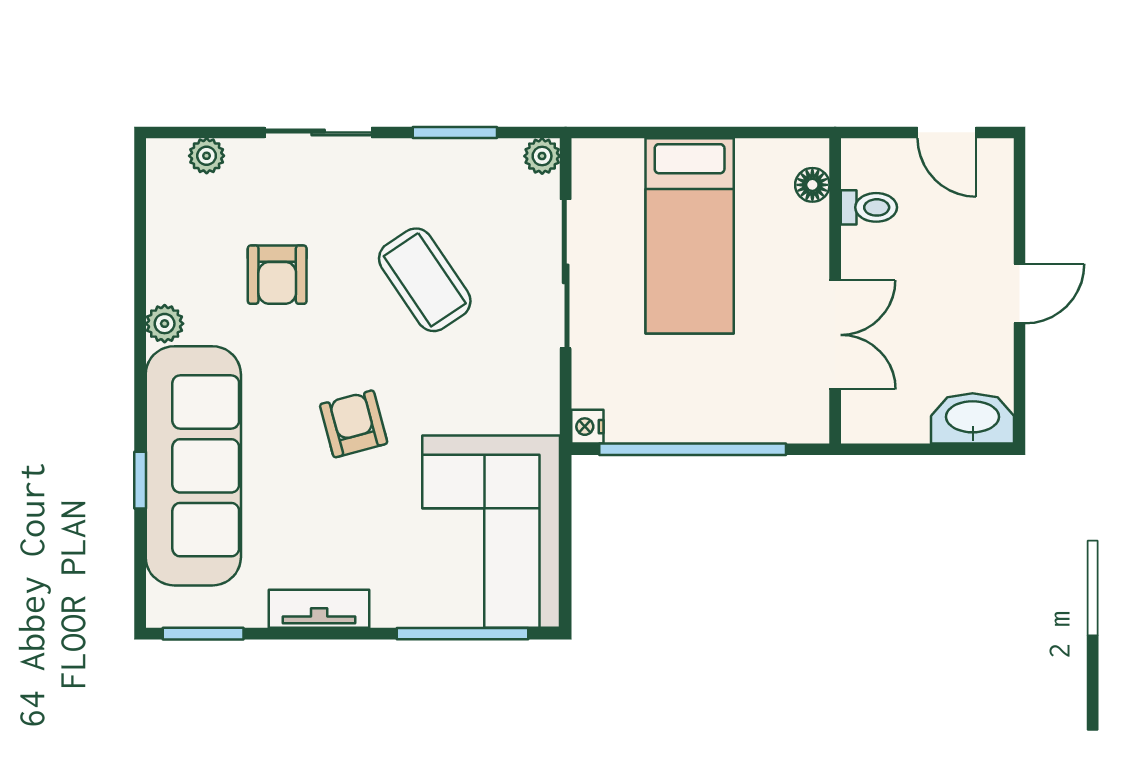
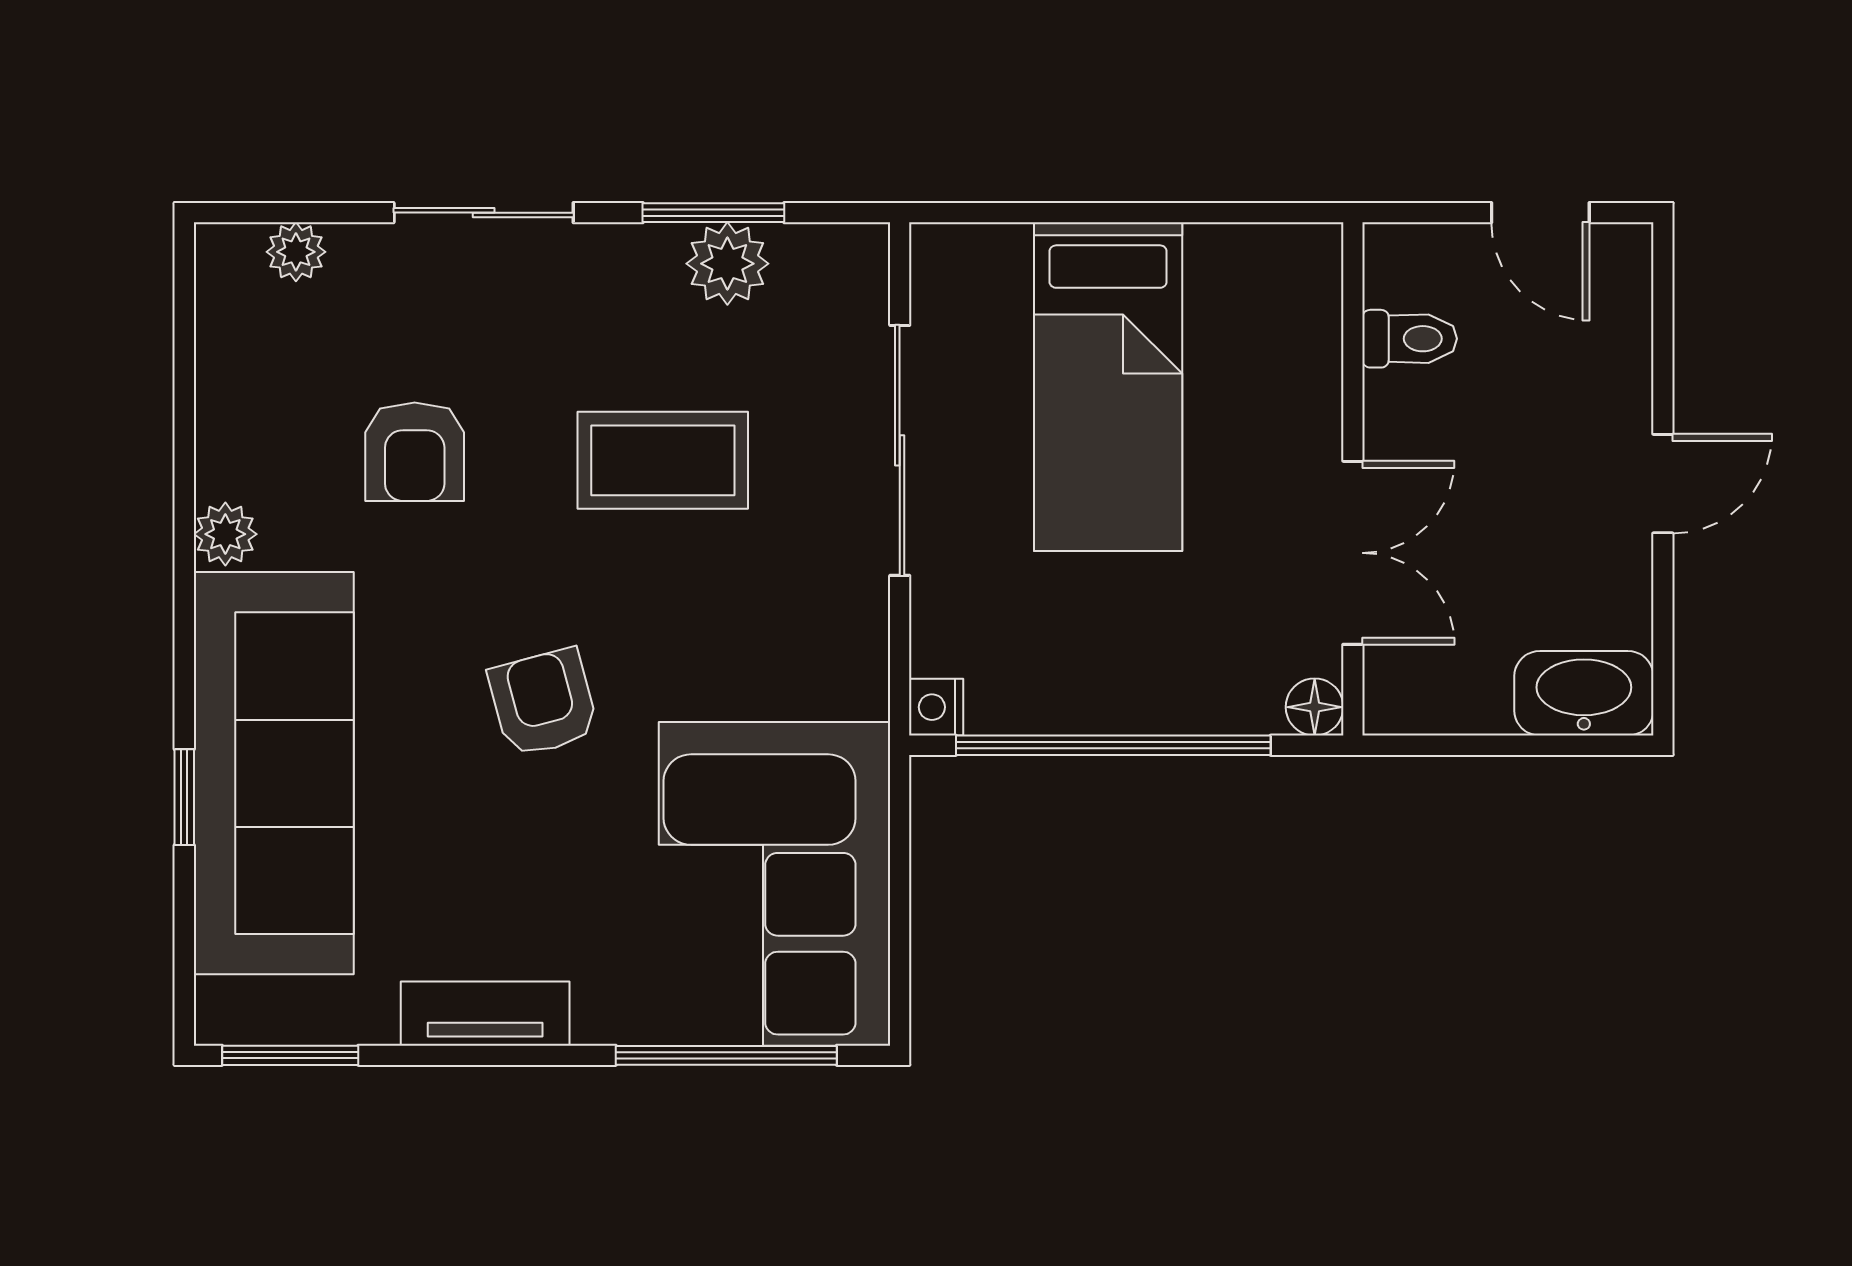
plant: (542, 156) -> (727, 264), moved, width x1.38, depth x1.38
floor lamp: (812, 185) -> (1315, 707), moved
coffee table: (425, 280) -> (663, 460), turned -56

